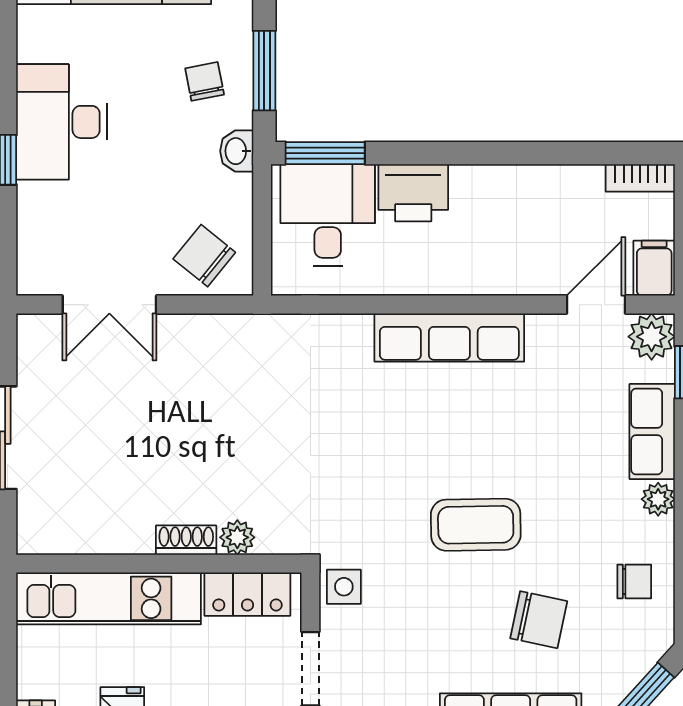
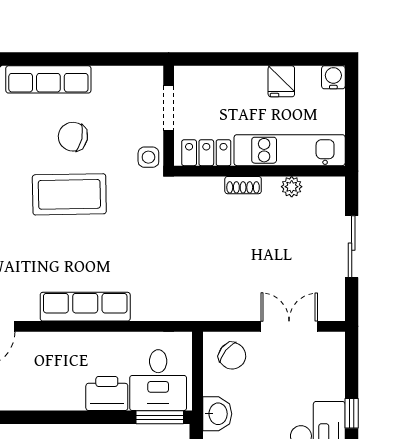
washbasin: (237, 151) -> (217, 414), width x1.38, depth x1.45
coffee table: (476, 525) -> (69, 194), width x1.36, depth x1.32
plant: (237, 537) -> (292, 187), moved
chair: (539, 620) -> (73, 137), moved

